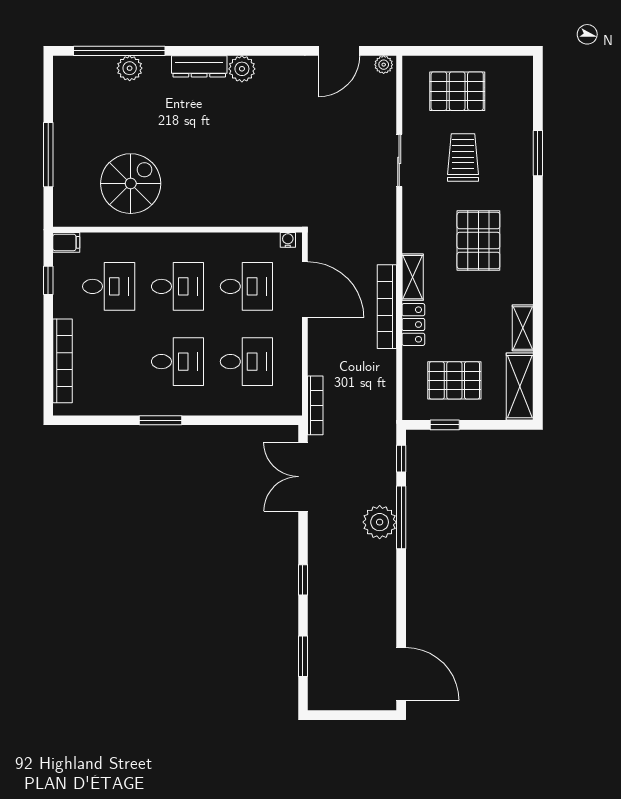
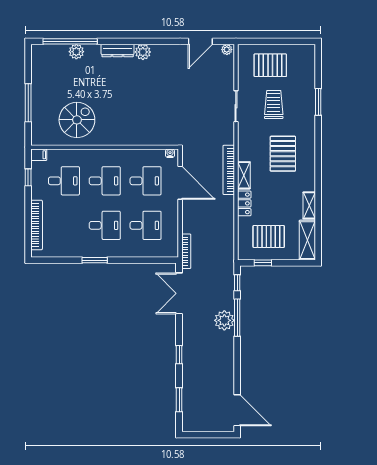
bookcase: (387, 307) -> (229, 170), moved

